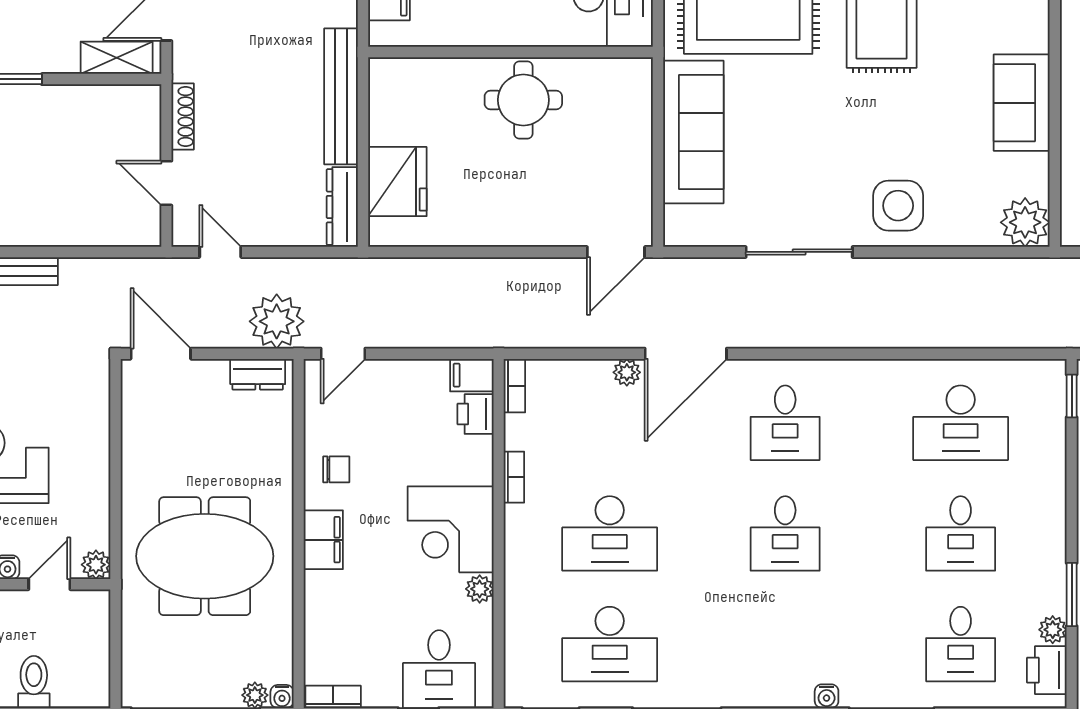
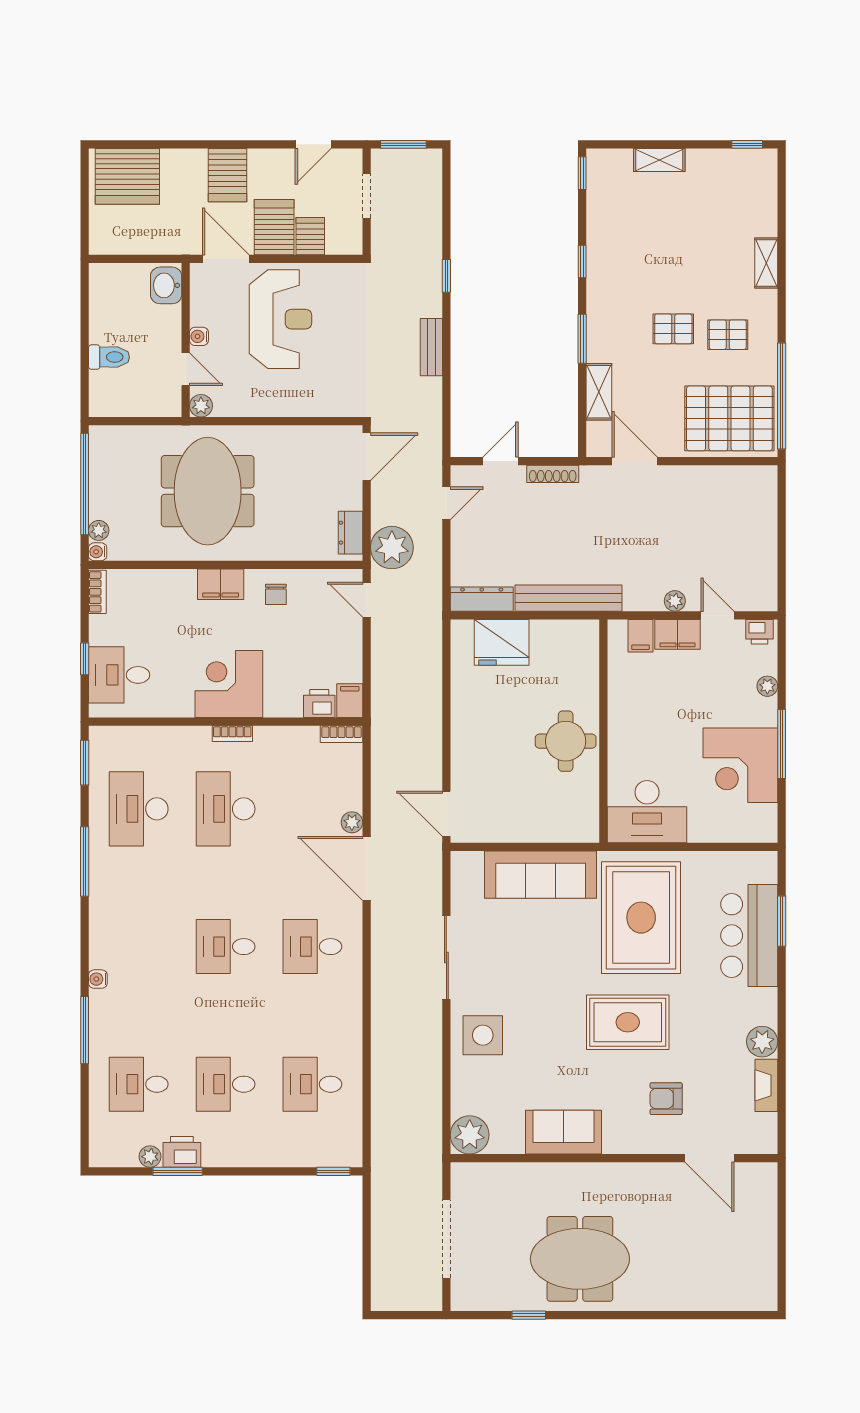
shelving: (117, 58) -> (599, 392), moved
desk: (961, 423) -> (312, 1084), width x0.73
bookcase: (514, 477) -> (232, 734), moved
plant: (480, 589) -> (182, 707), removed
printer: (1047, 670) -> (182, 1152), moved

